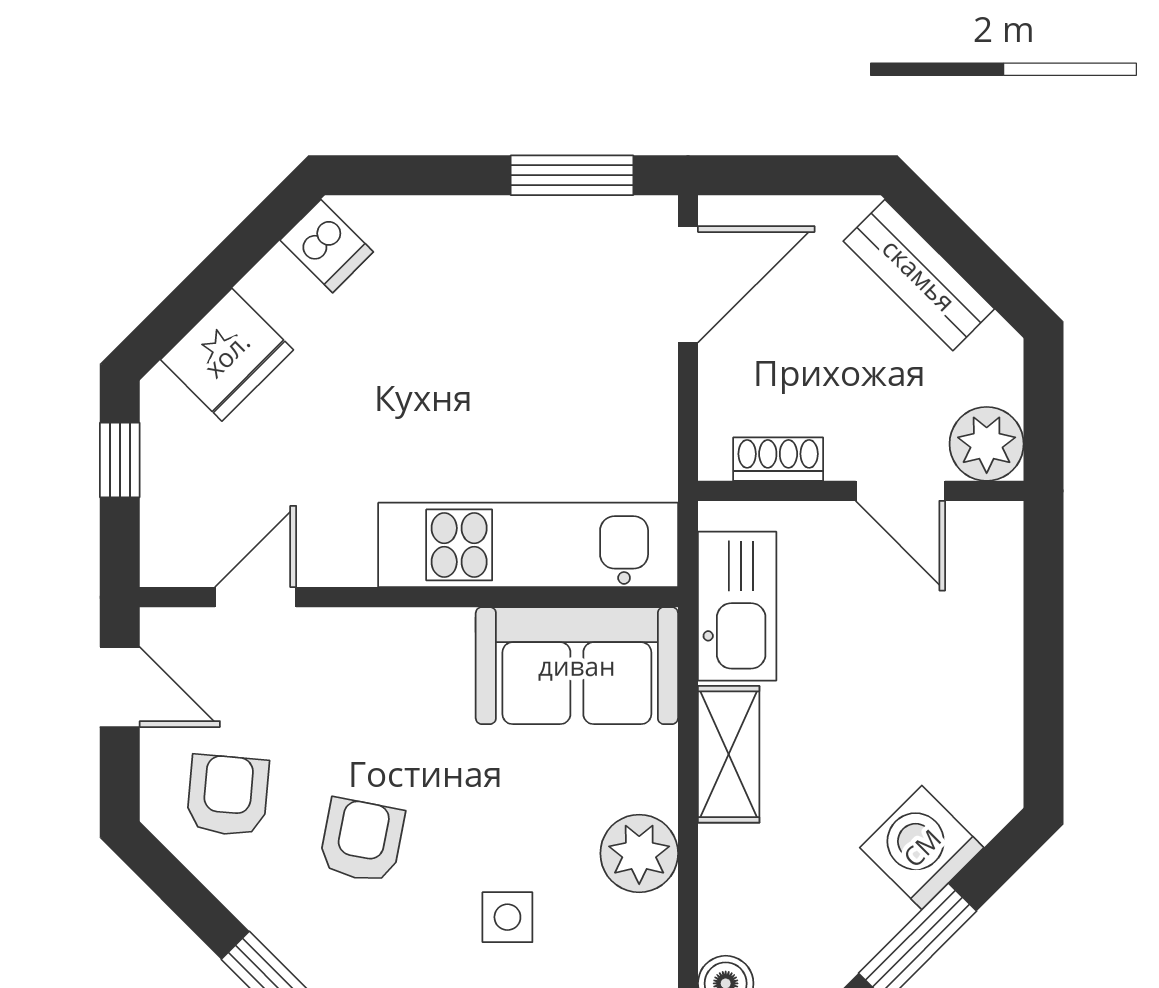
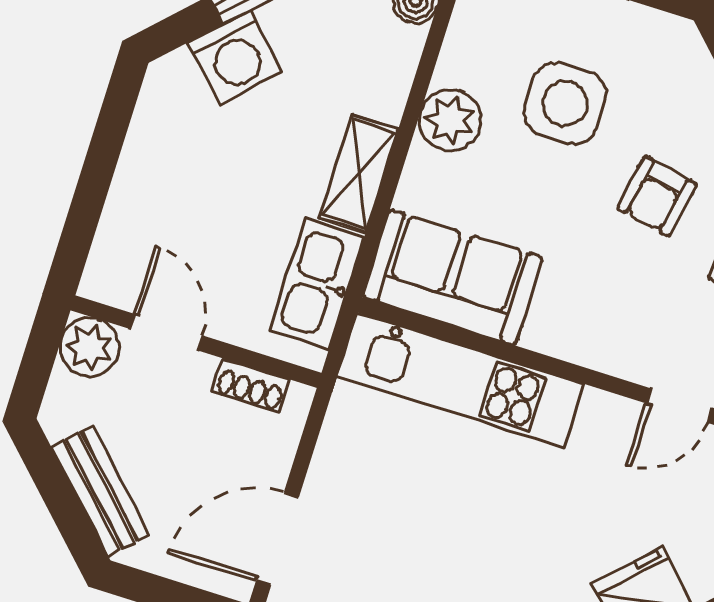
side table: (507, 917) -> (565, 103), width x1.87, depth x1.87

